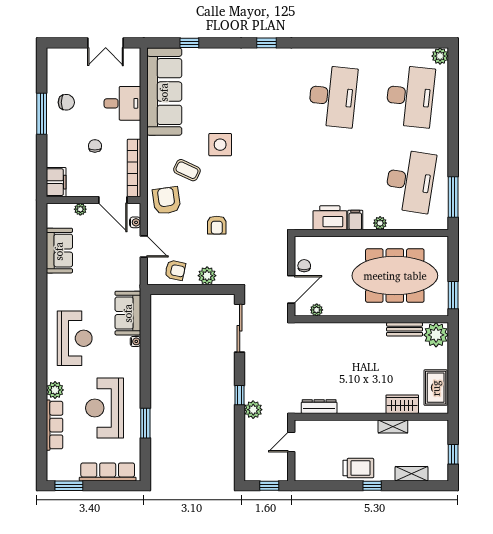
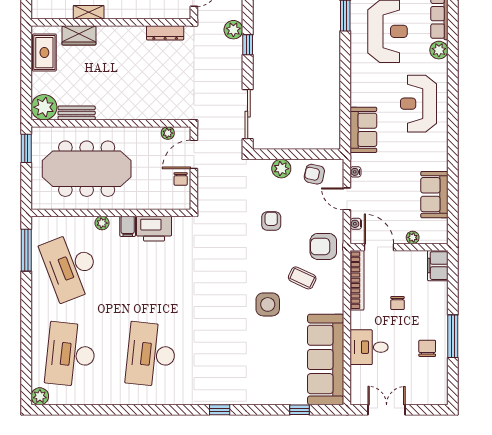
chair: (66, 102) -> (427, 348), turned 90
desk: (410, 181) -> (71, 267), turned -30
armchair: (167, 201) -> (323, 246), turned 98
water cooler: (135, 341) -> (356, 172), moved

